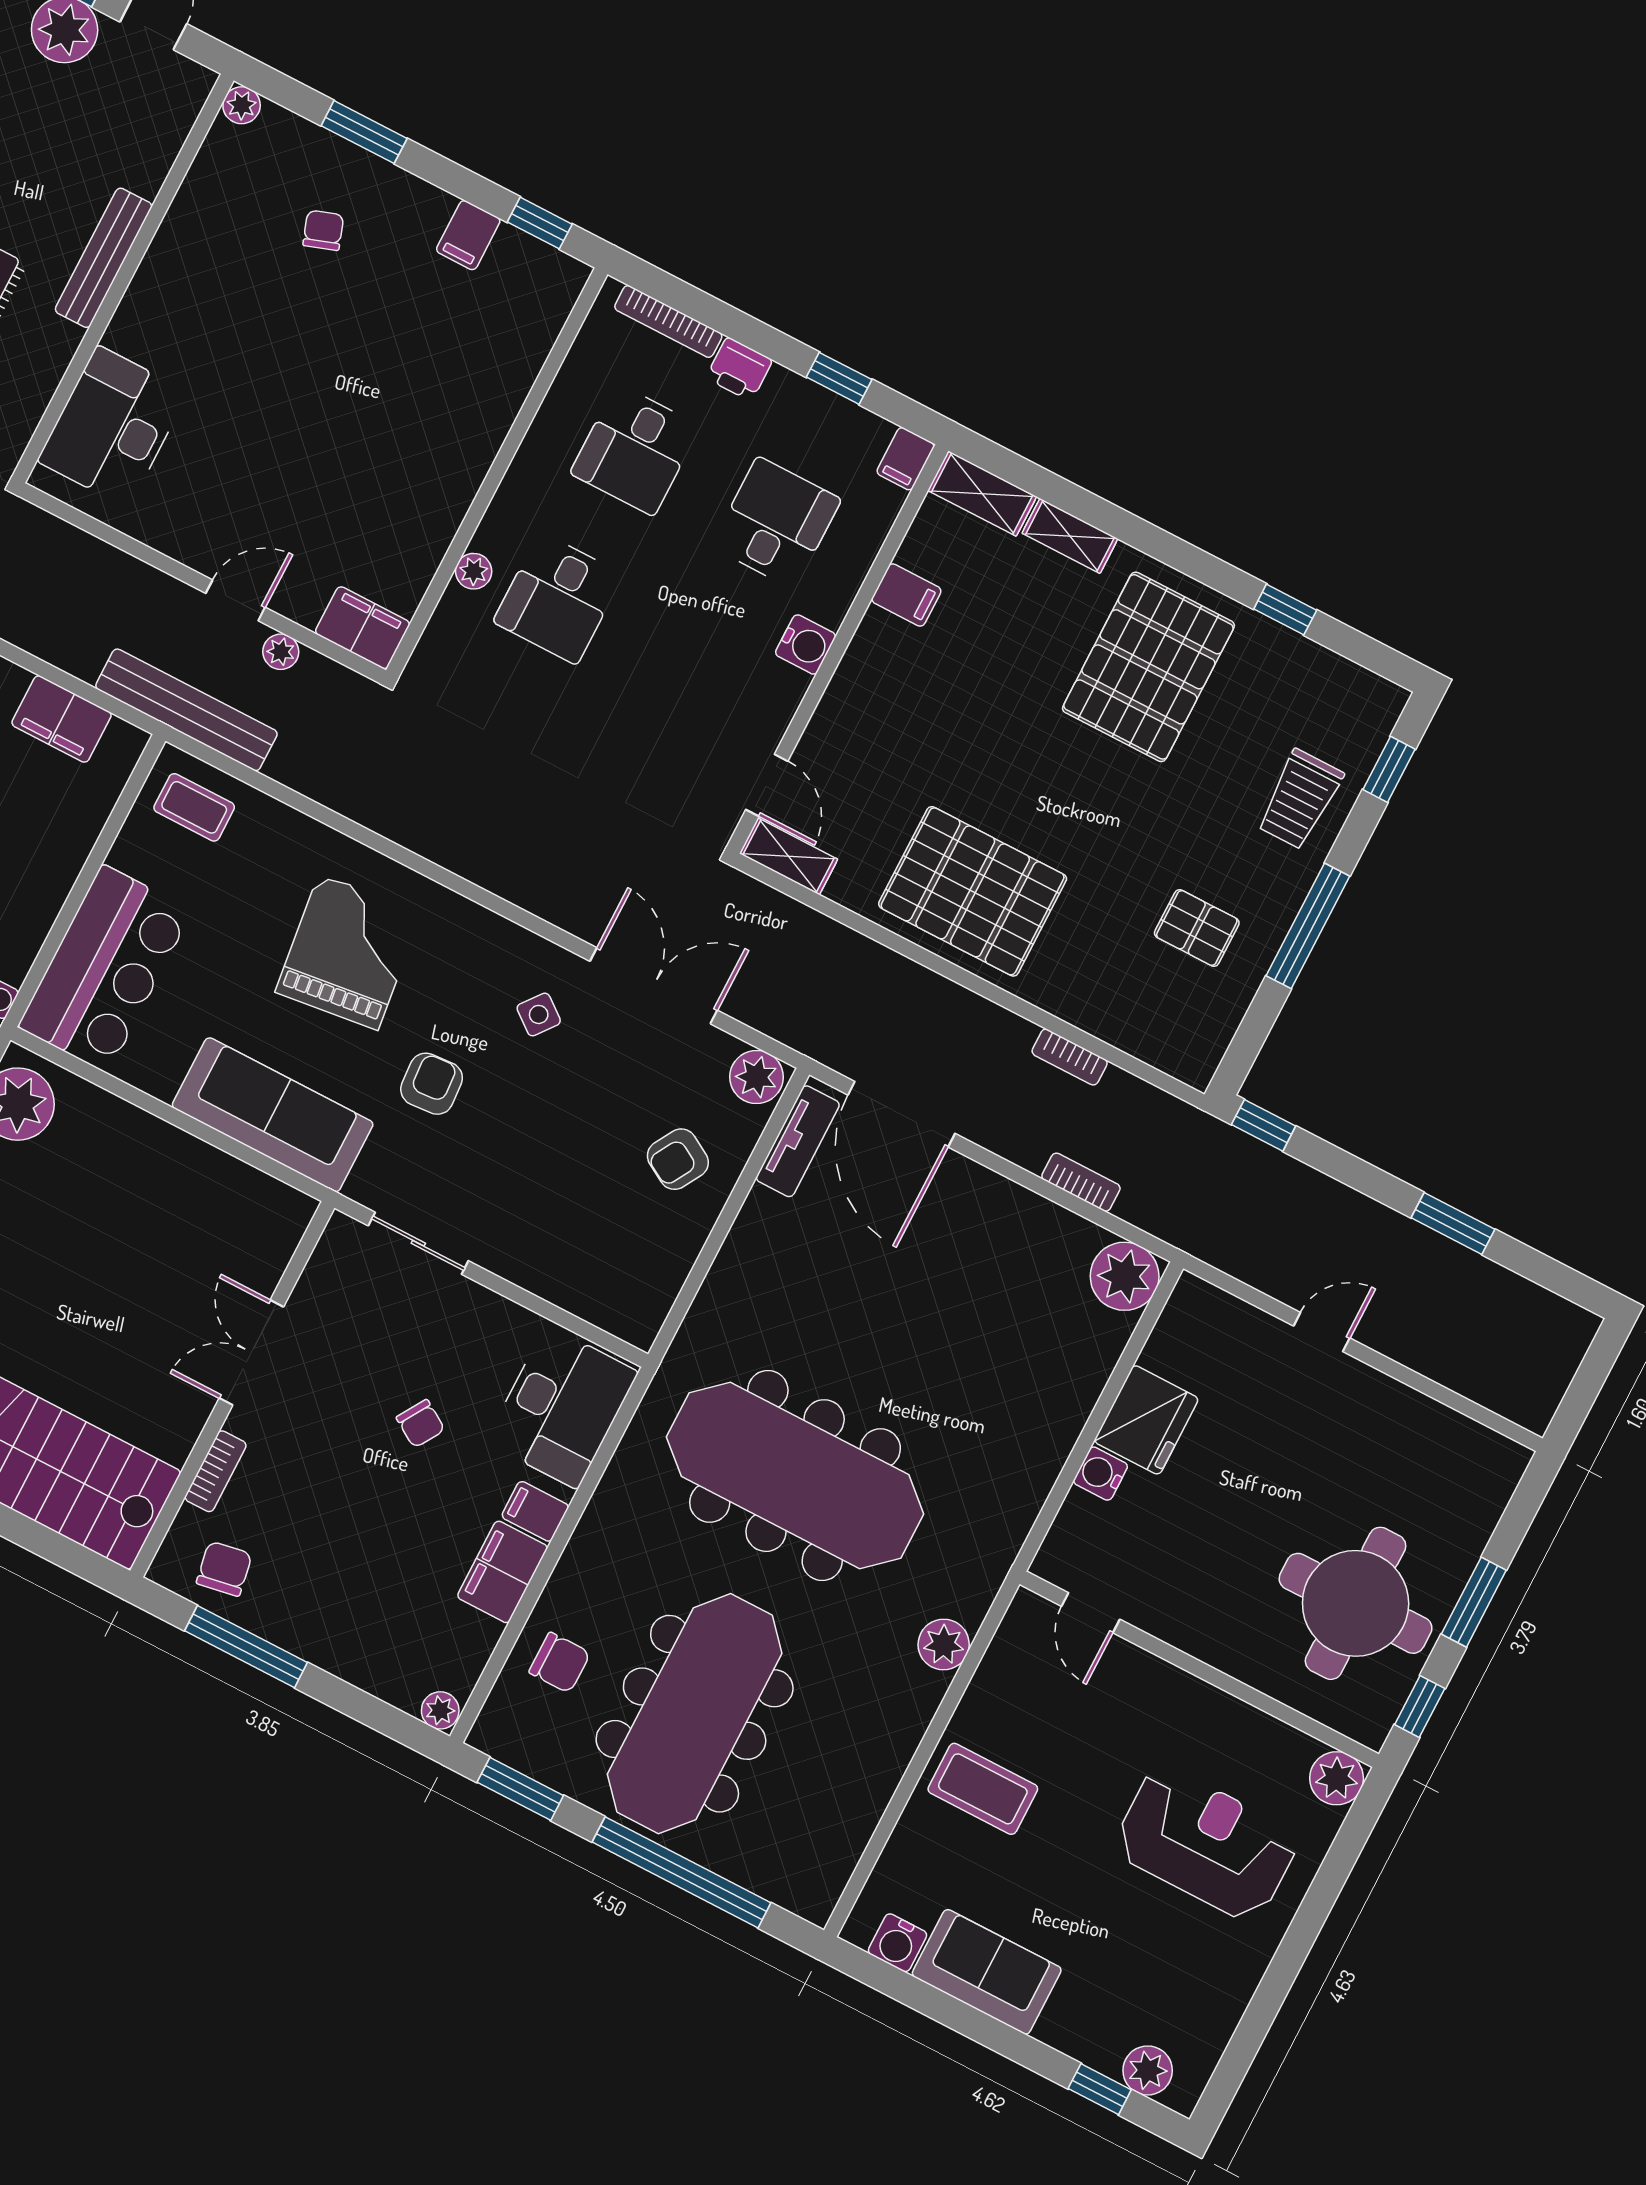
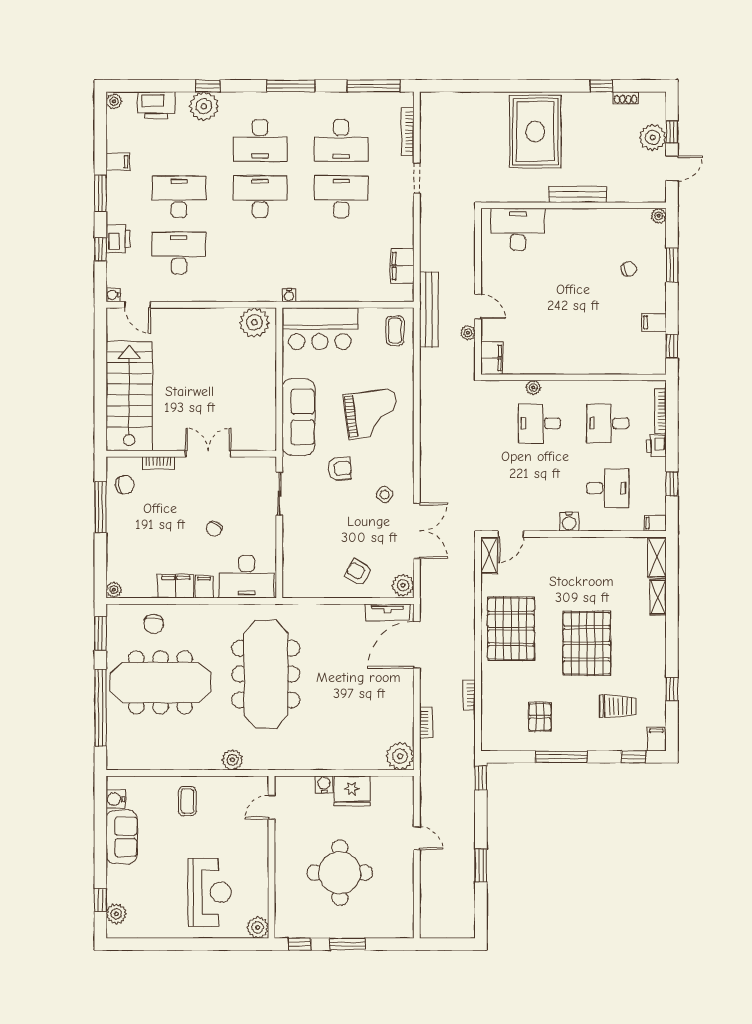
filing cabinet: (906, 595) -> (656, 739), moved, turned 180
pallet: (1148, 667) -> (587, 643), moved, turned 90
trolley: (1300, 799) -> (618, 706), moved, turned 180
round table: (1356, 1603) -> (340, 873), moved
coffee table: (983, 1789) -> (187, 801), width x0.73, depth x0.77

